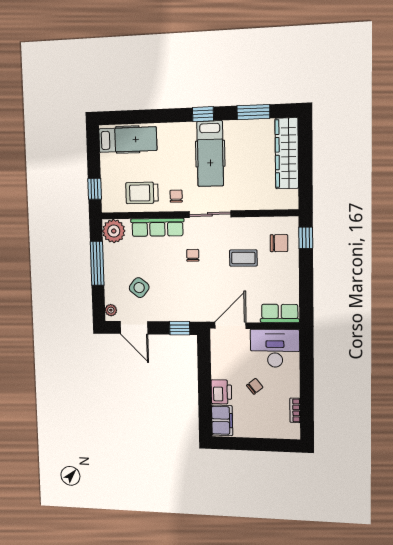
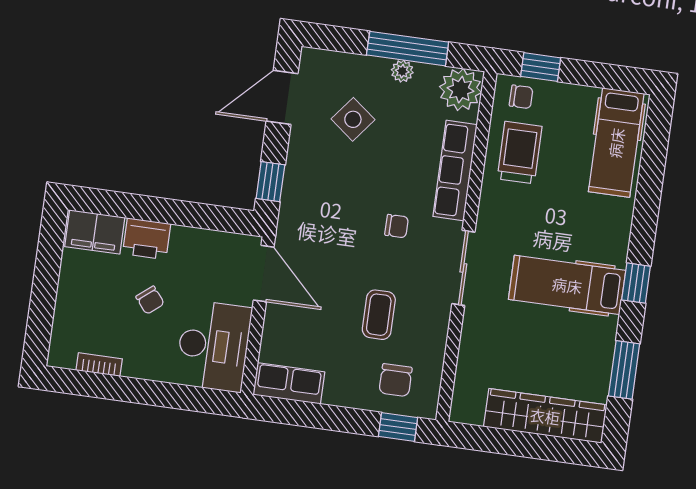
chair: (176, 196) -> (521, 97), moved
plant: (111, 310) -> (402, 71), moved
row of seats: (280, 313) -> (289, 383), moved, turned -90

